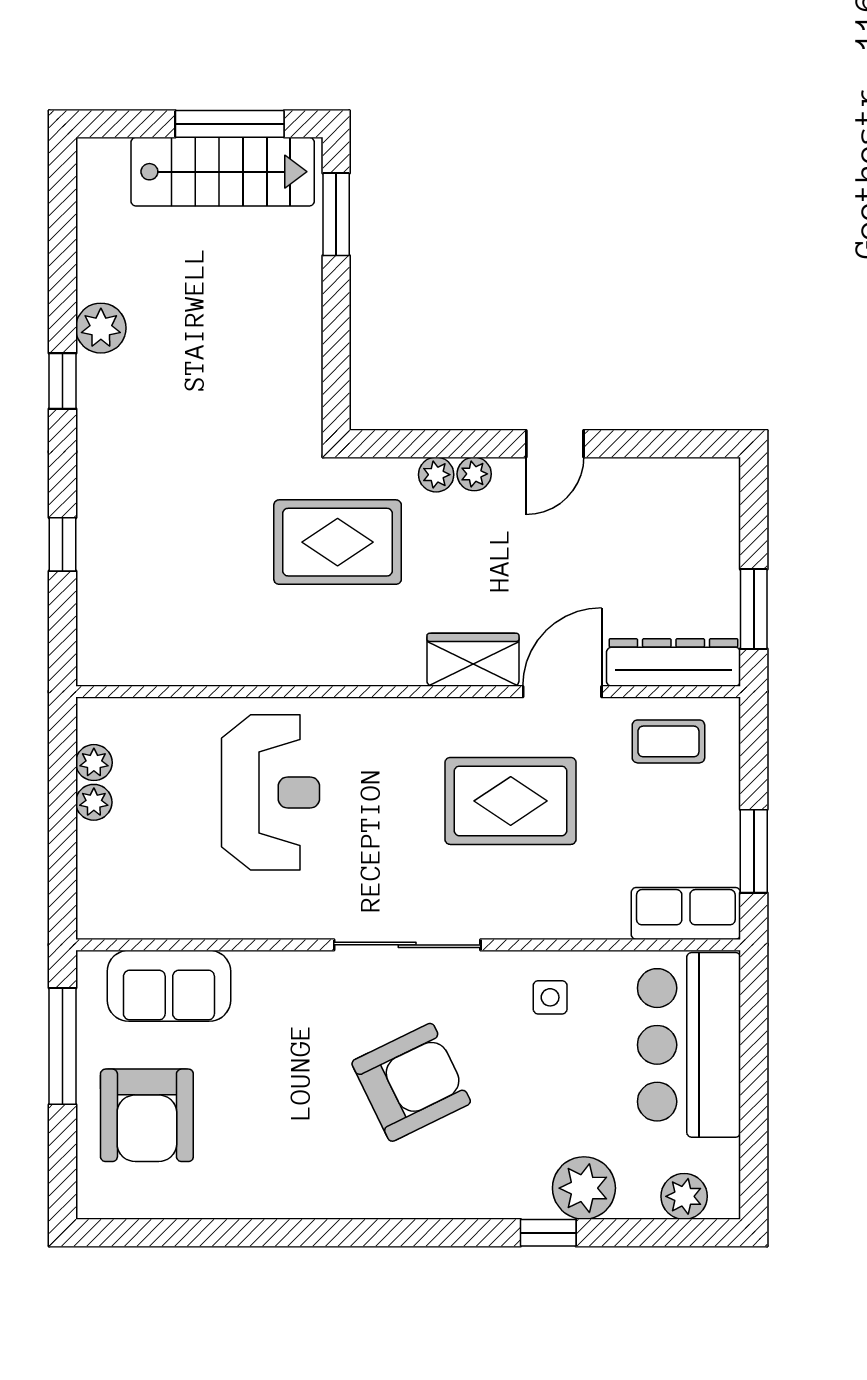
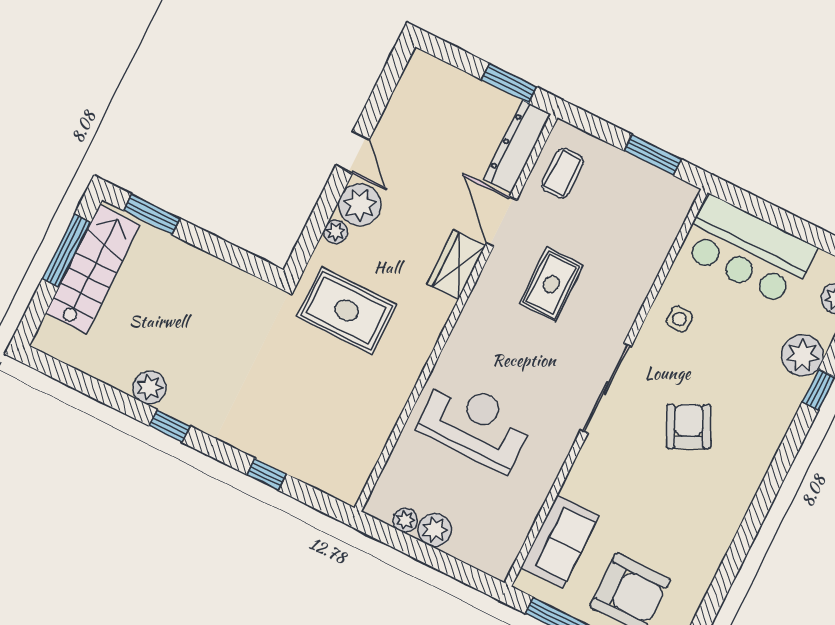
plant: (474, 474) -> (360, 205), width x1.88, depth x1.88
rug: (338, 542) -> (347, 310), turned 90
rug: (511, 801) -> (551, 284), width x0.73, depth x0.70
plant: (94, 802) -> (435, 530), width x1.38, depth x1.38
row of seats: (686, 913) -> (670, 214), removed
armchair: (411, 1082) -> (689, 427), width x0.73, depth x0.73

